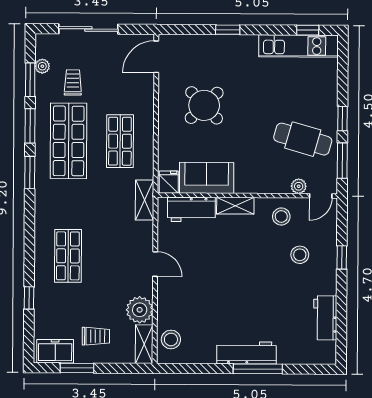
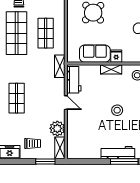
fridge: (169, 182) -> (116, 56), moved
workbench: (191, 209) -> (74, 80), moved, turned -90
stool: (171, 339) -> (117, 110), moved
window: (77, 368) -> (45, 162), moved

